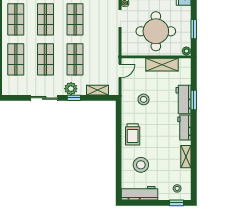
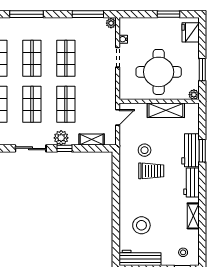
trolley: (133, 134) -> (151, 171), moved, turned -90

